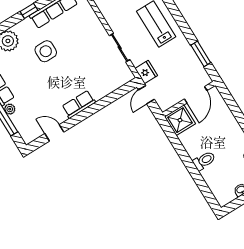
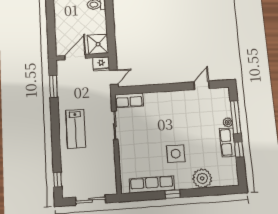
fridge: (146, 72) -> (101, 64), moved, turned -90
row of seats: (79, 104) -> (129, 100), moved
door: (54, 133) -> (202, 85), swing flipped

